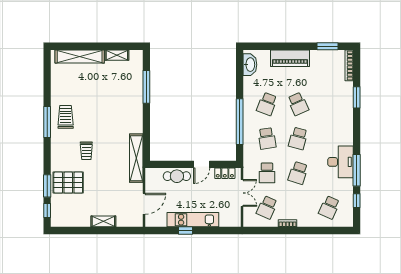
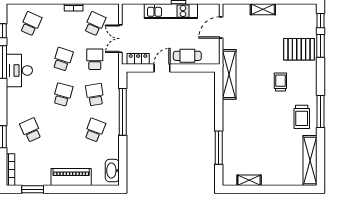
shelving: (80, 57) -> (310, 160), moved, turned 90
school desk: (298, 104) -> (31, 130), moved

